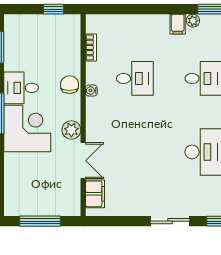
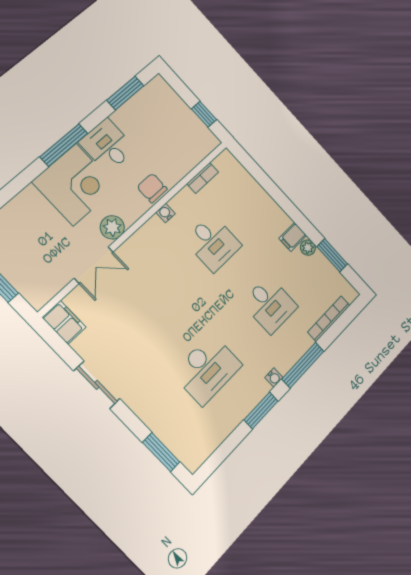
chair: (70, 85) -> (152, 188), turned -90
filing cabinet: (95, 194) -> (64, 322), moved, turned -90
sliding door: (170, 221) -> (97, 385), moved

